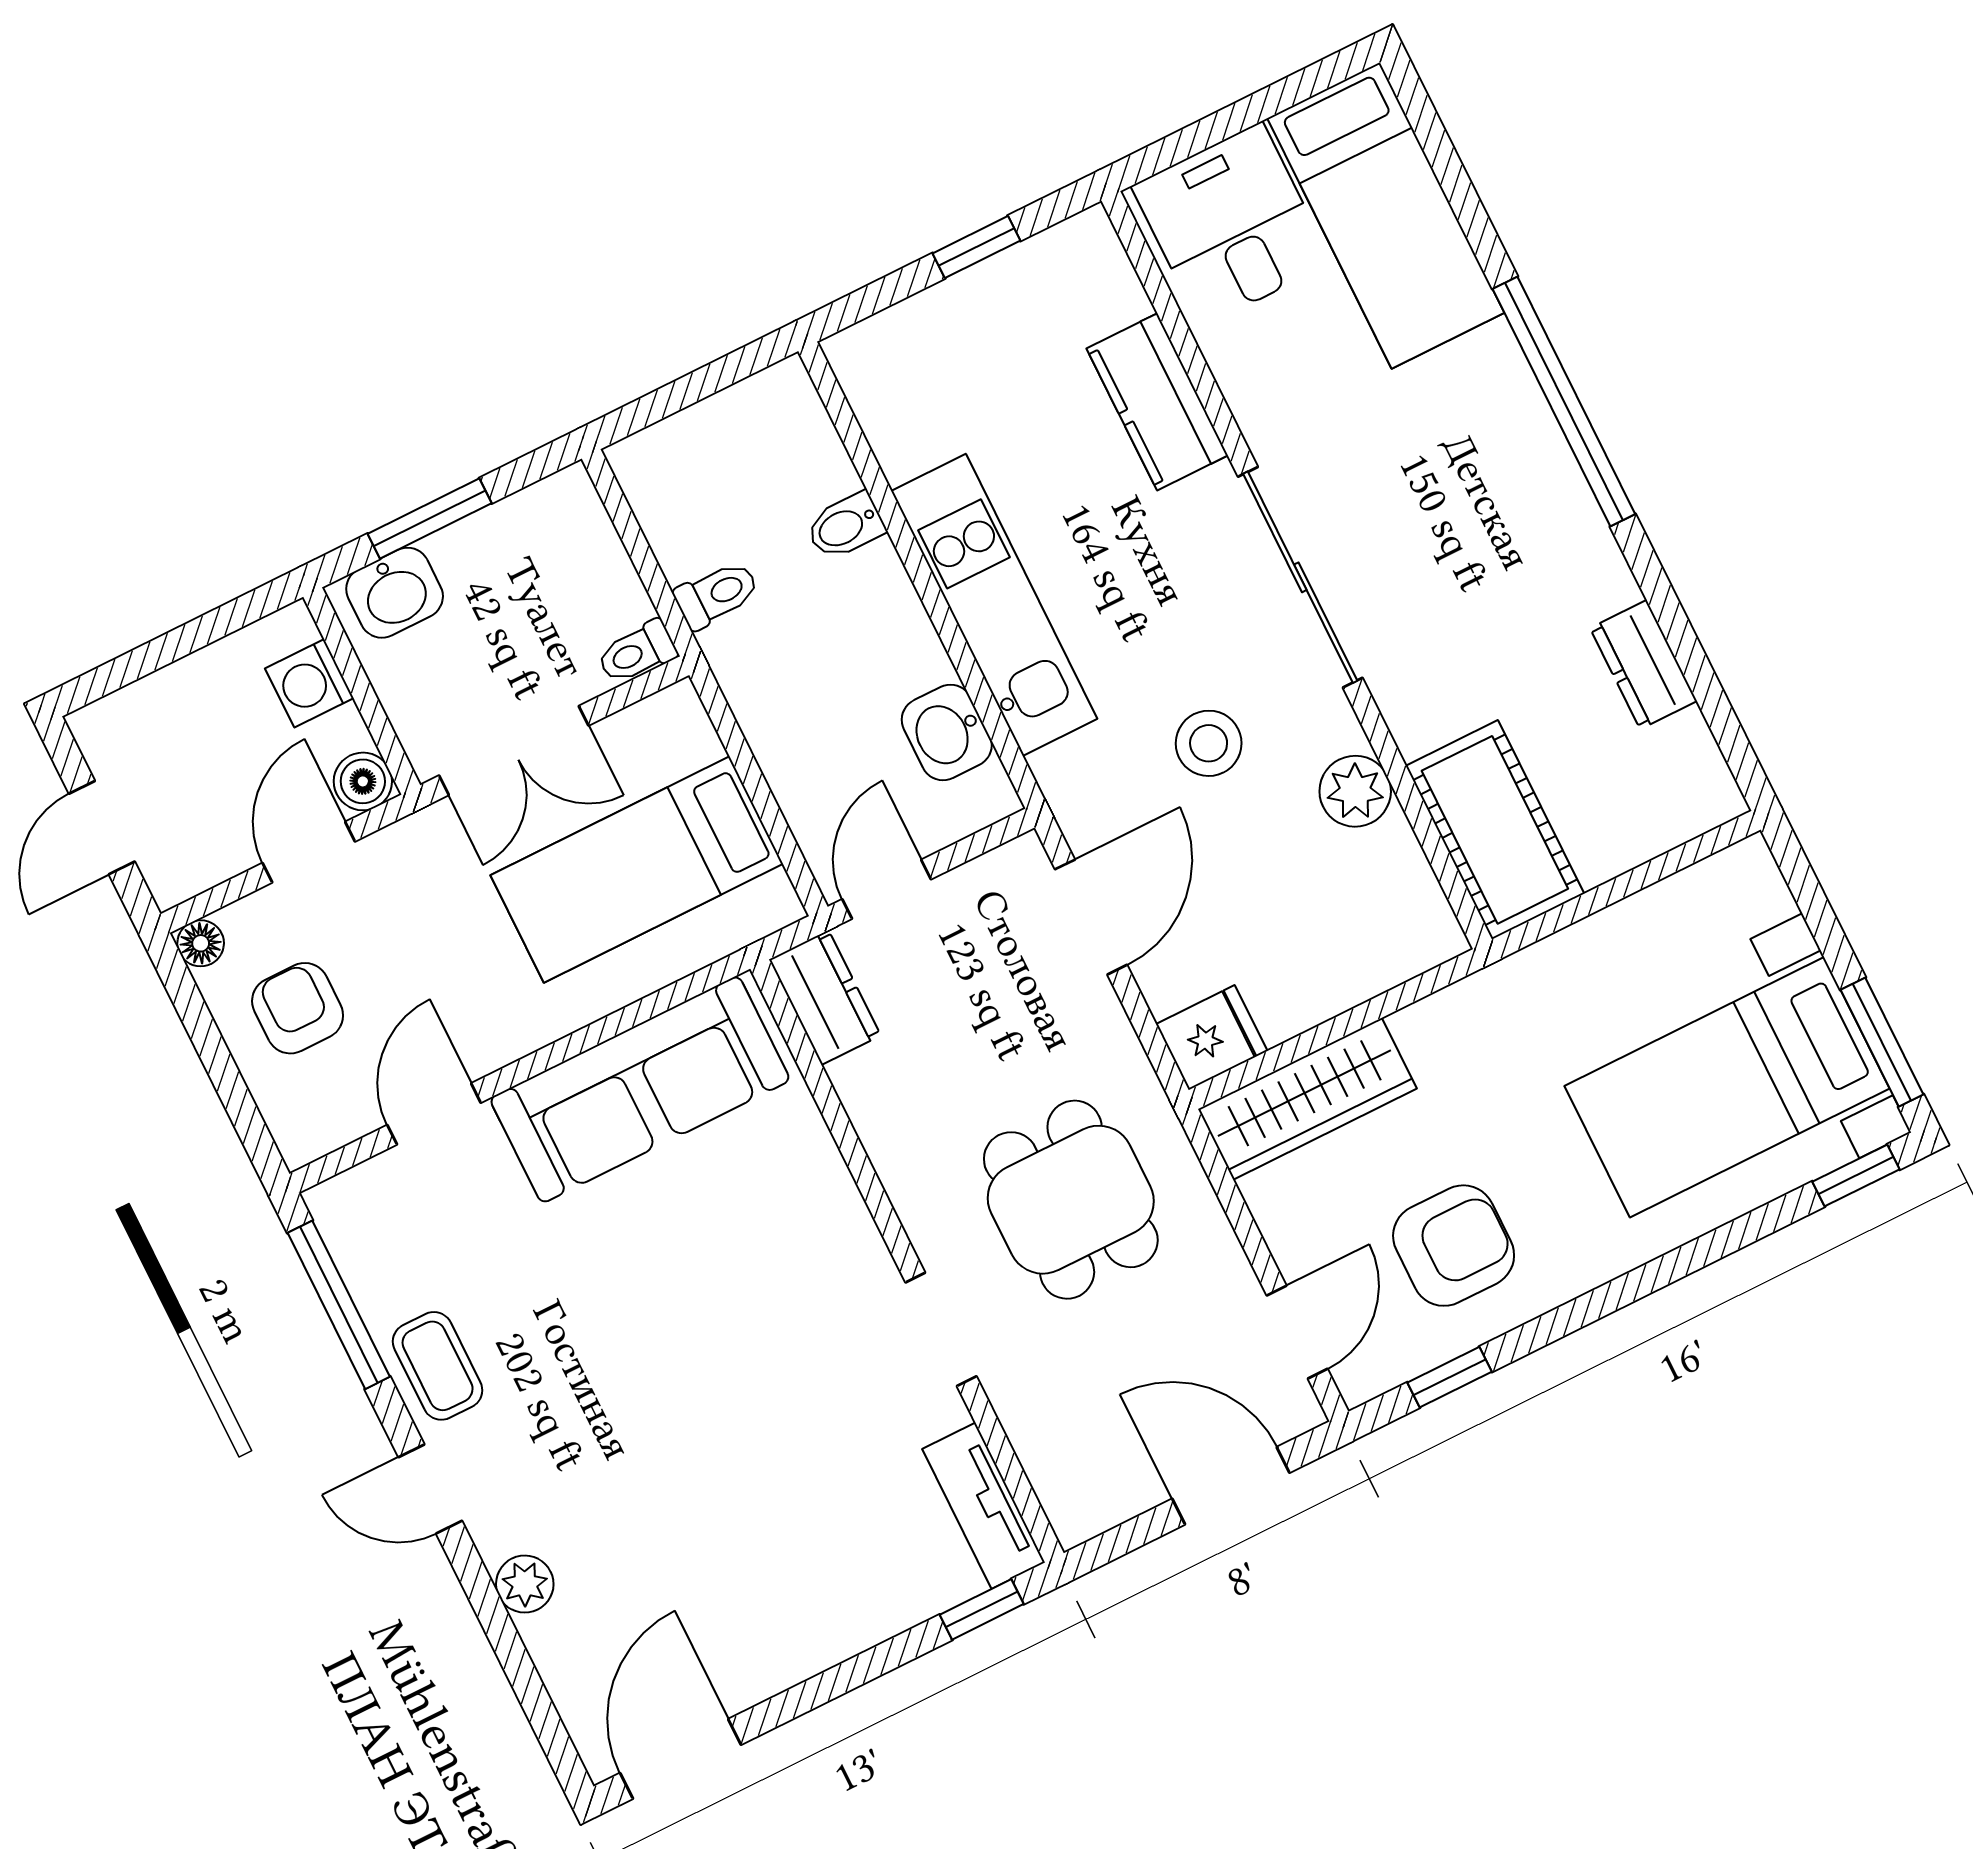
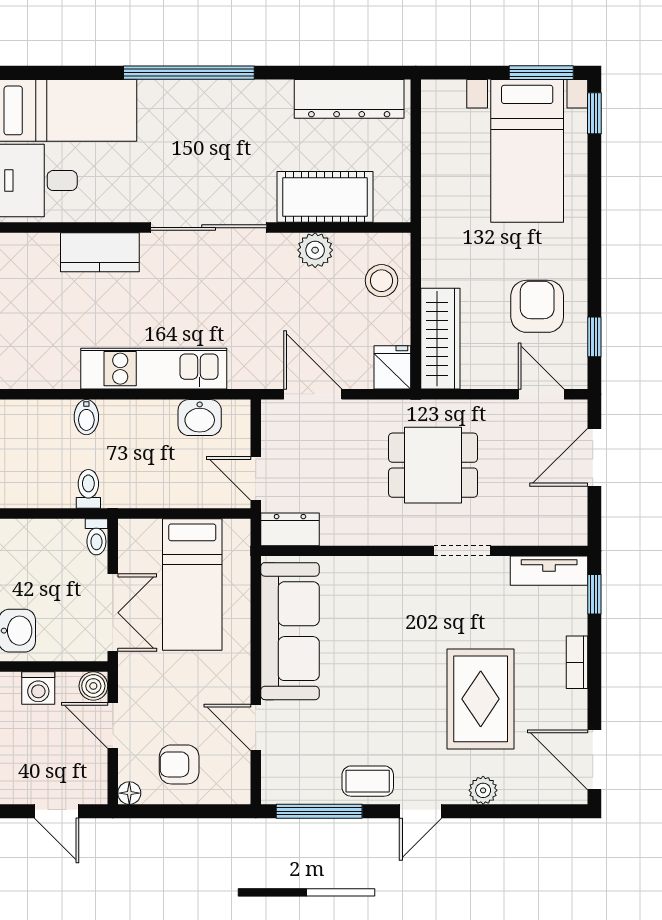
dresser: (1644, 665) -> (349, 99), width x1.96, depth x1.24
stool: (1209, 743) -> (382, 281), moved
cot: (1495, 830) -> (325, 197), moved
rug: (689, 1497) -> (481, 699), added
bookcase: (843, 1639) -> (577, 662), added

